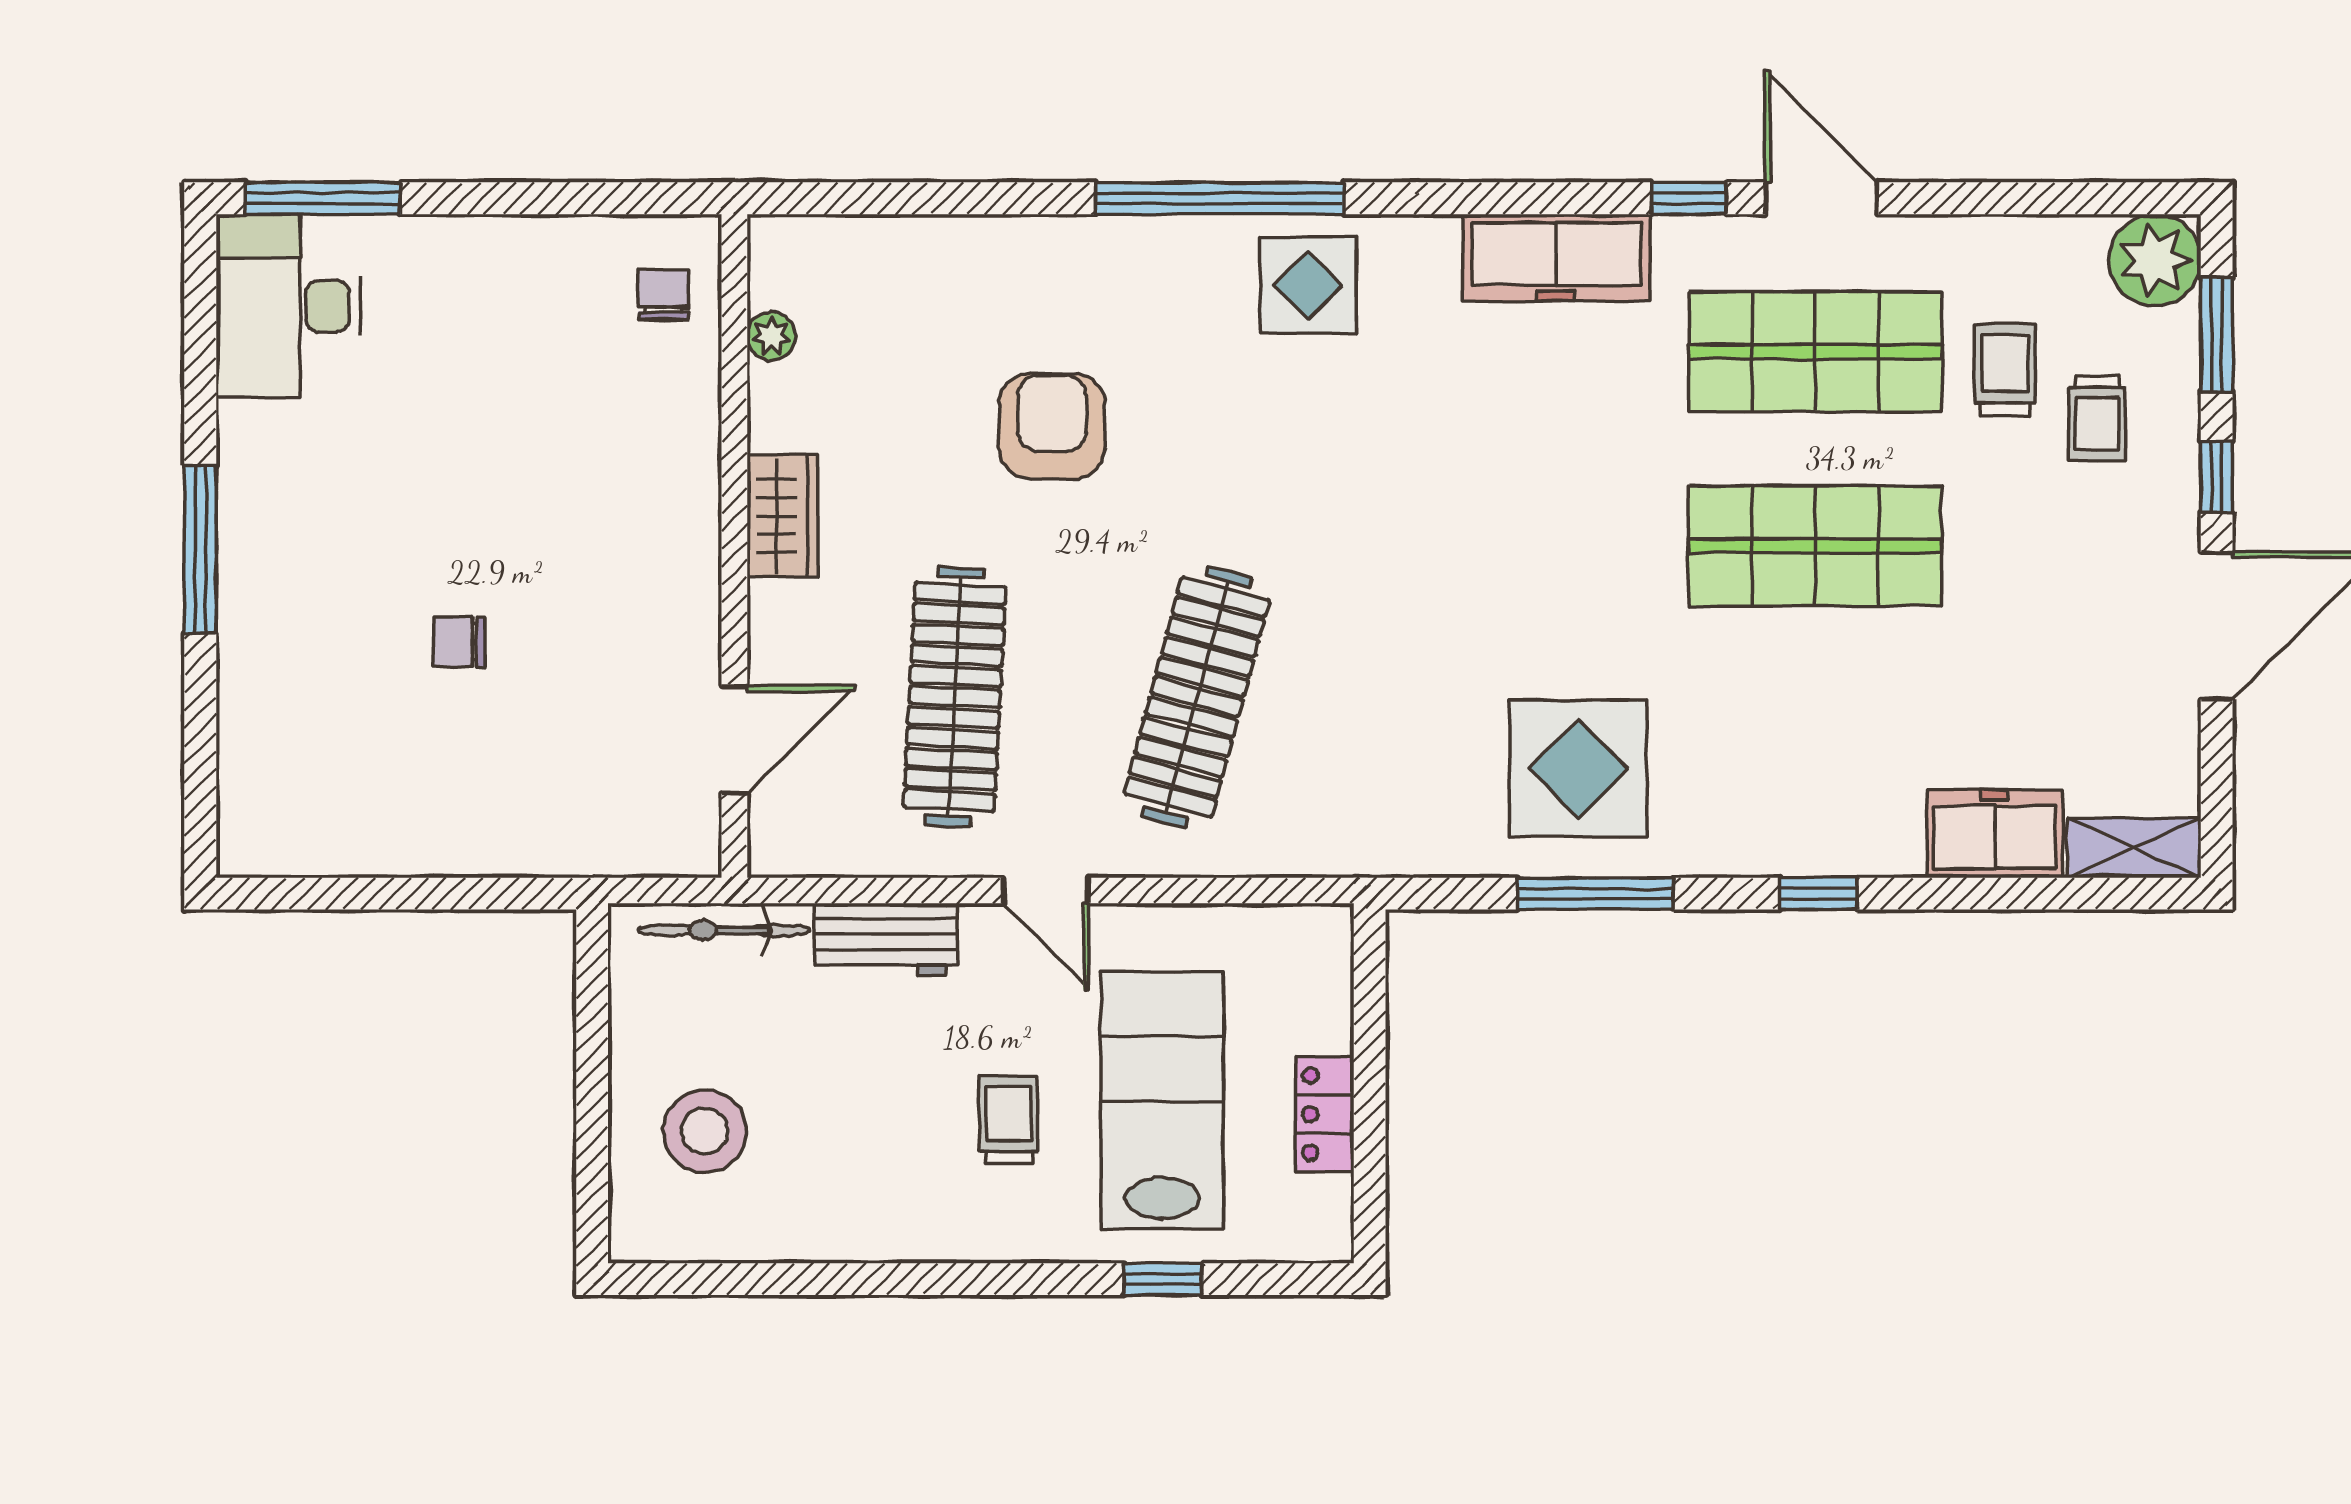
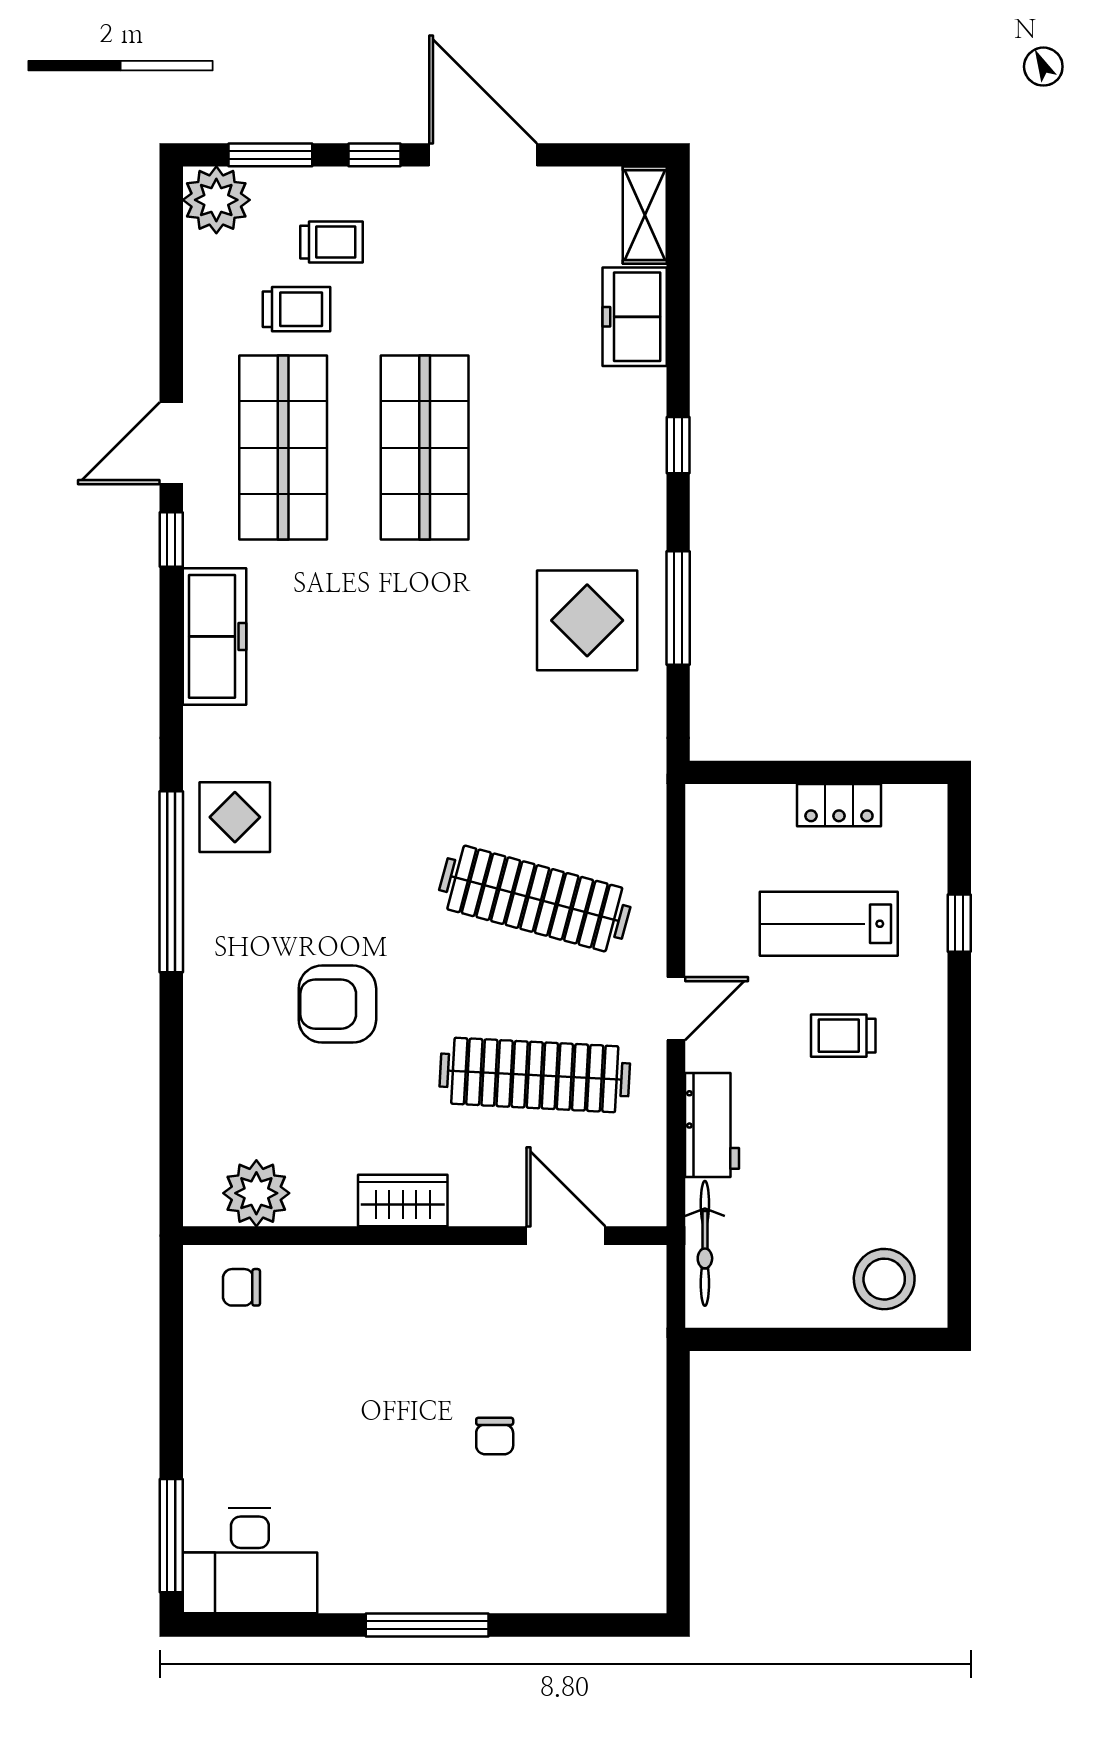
plant: (771, 336) -> (256, 1193), width x1.88, depth x1.88
trolley: (2005, 370) -> (296, 309), turned 180
lab bench: (1162, 1100) -> (829, 924), width x0.73, depth x0.72
stool: (705, 1131) -> (884, 1279), moved

